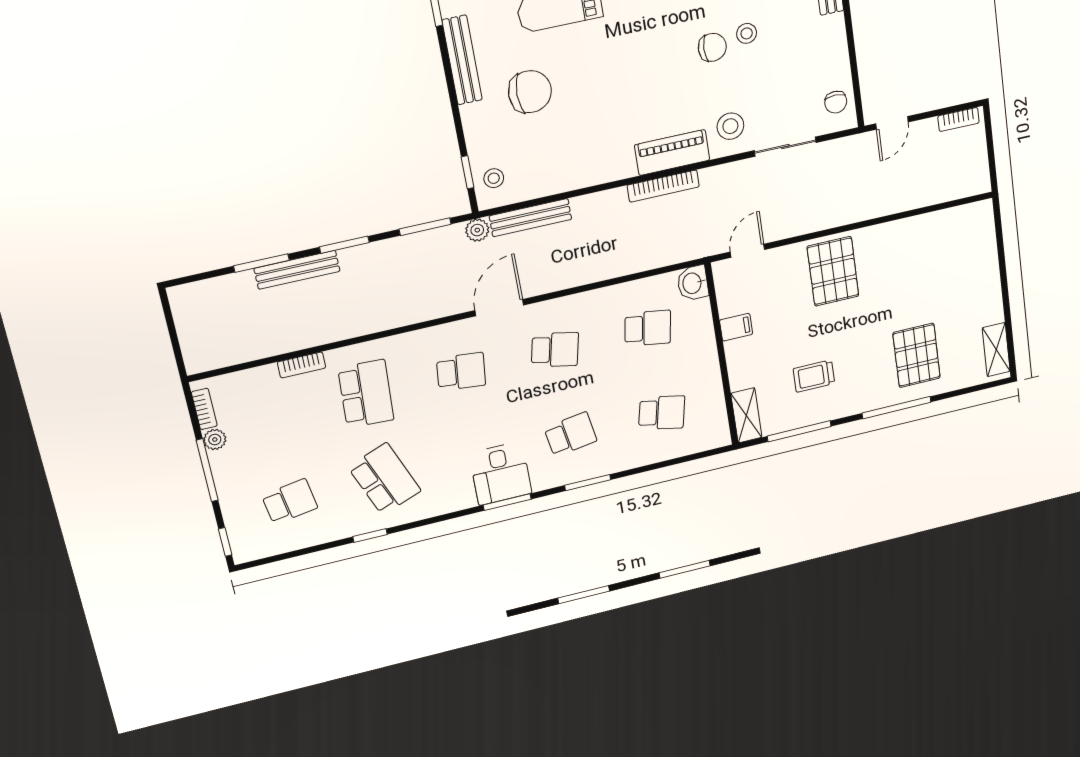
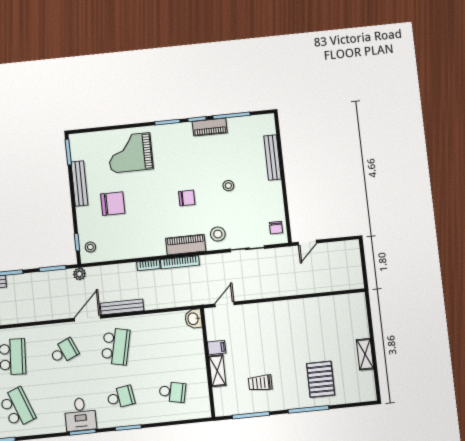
chair: (712, 47) -> (187, 198), moved
bookcase: (959, 119) -> (148, 265), moved
bench: (530, 218) -> (122, 307), moved
pallet: (833, 271) -> (273, 323), removed
school desk: (648, 328) -> (167, 341), removed
school desk: (555, 350) -> (116, 346), width x1.85
shelving: (996, 350) -> (365, 354), moved
school desk: (461, 372) -> (64, 352), turned -30
shelving: (746, 415) -> (217, 371), moved

